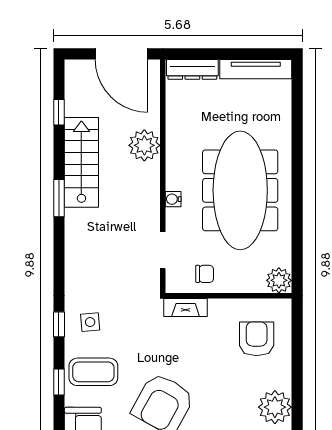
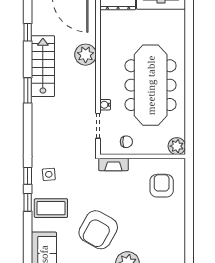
water cooler: (173, 199) -> (105, 105), moved
window: (59, 382) -> (28, 202), moved
plant: (275, 407) -> (174, 232), removed

